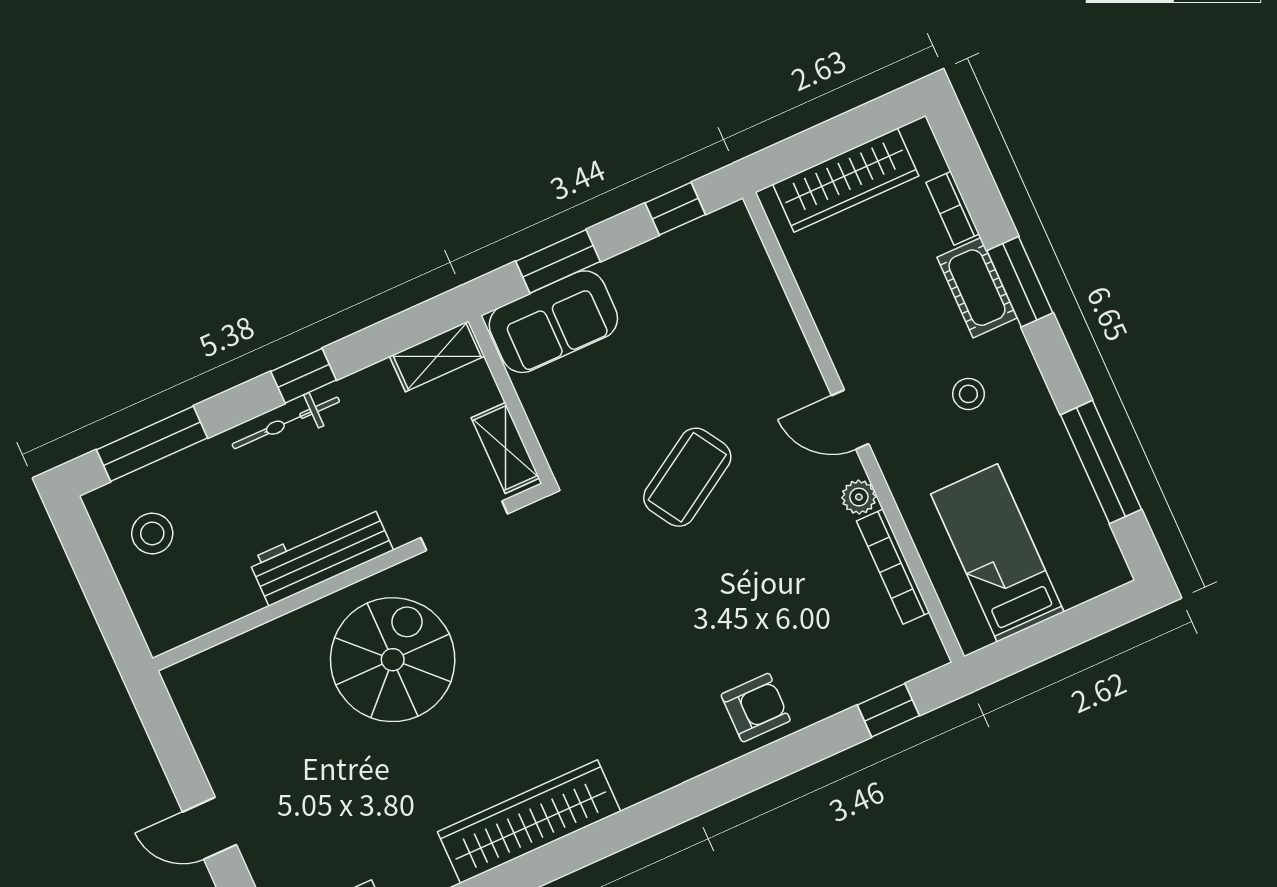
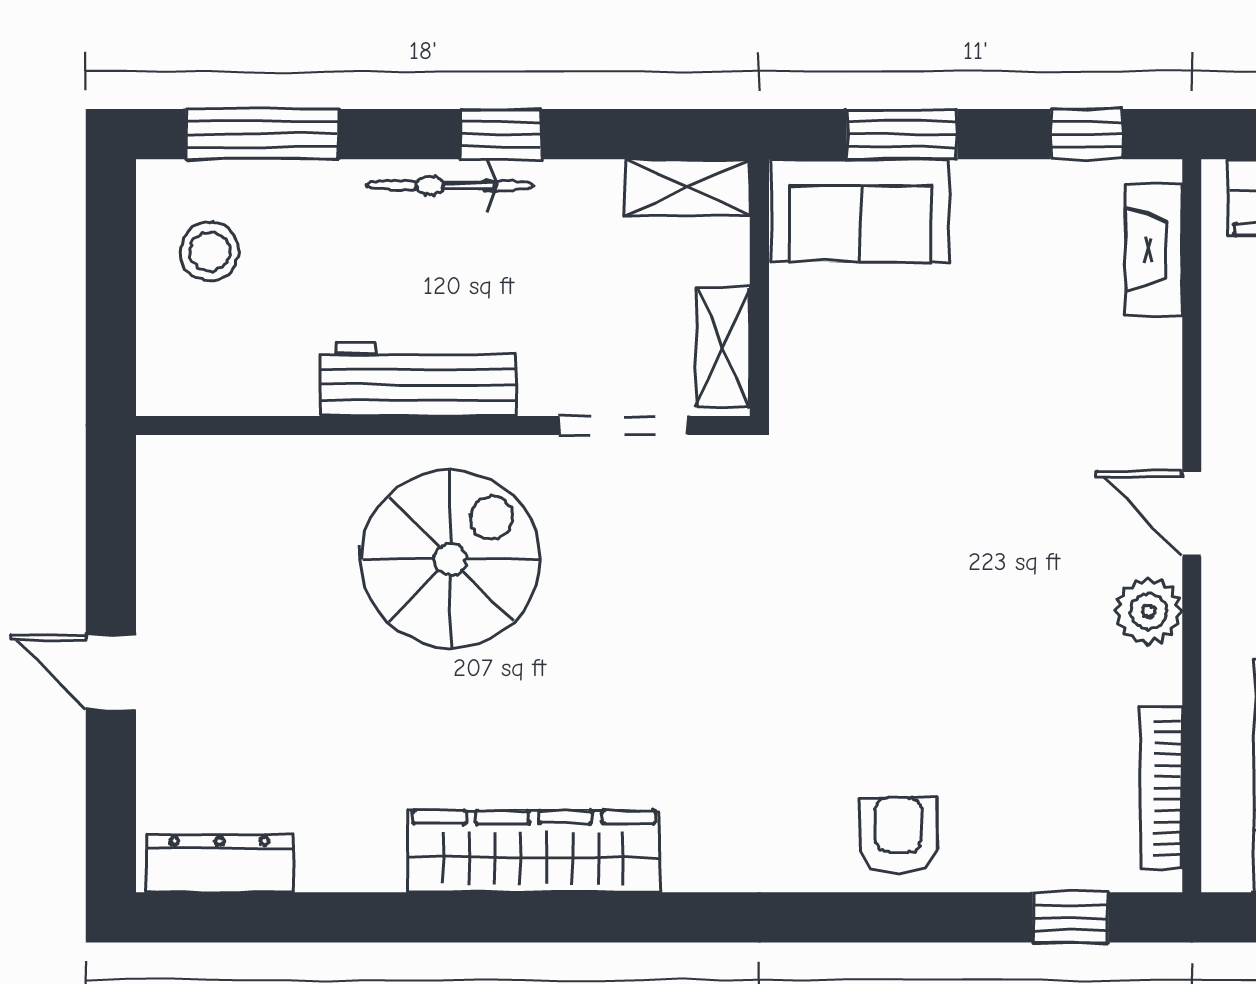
fireplace: (751, 263) -> (1154, 250), added
coffee table: (687, 477) -> (944, 493), removed
plant: (859, 497) -> (1148, 611), width x1.38, depth x1.38
bookcase: (893, 567) -> (1161, 788), moved
armchair: (756, 708) -> (898, 836), turned -90

